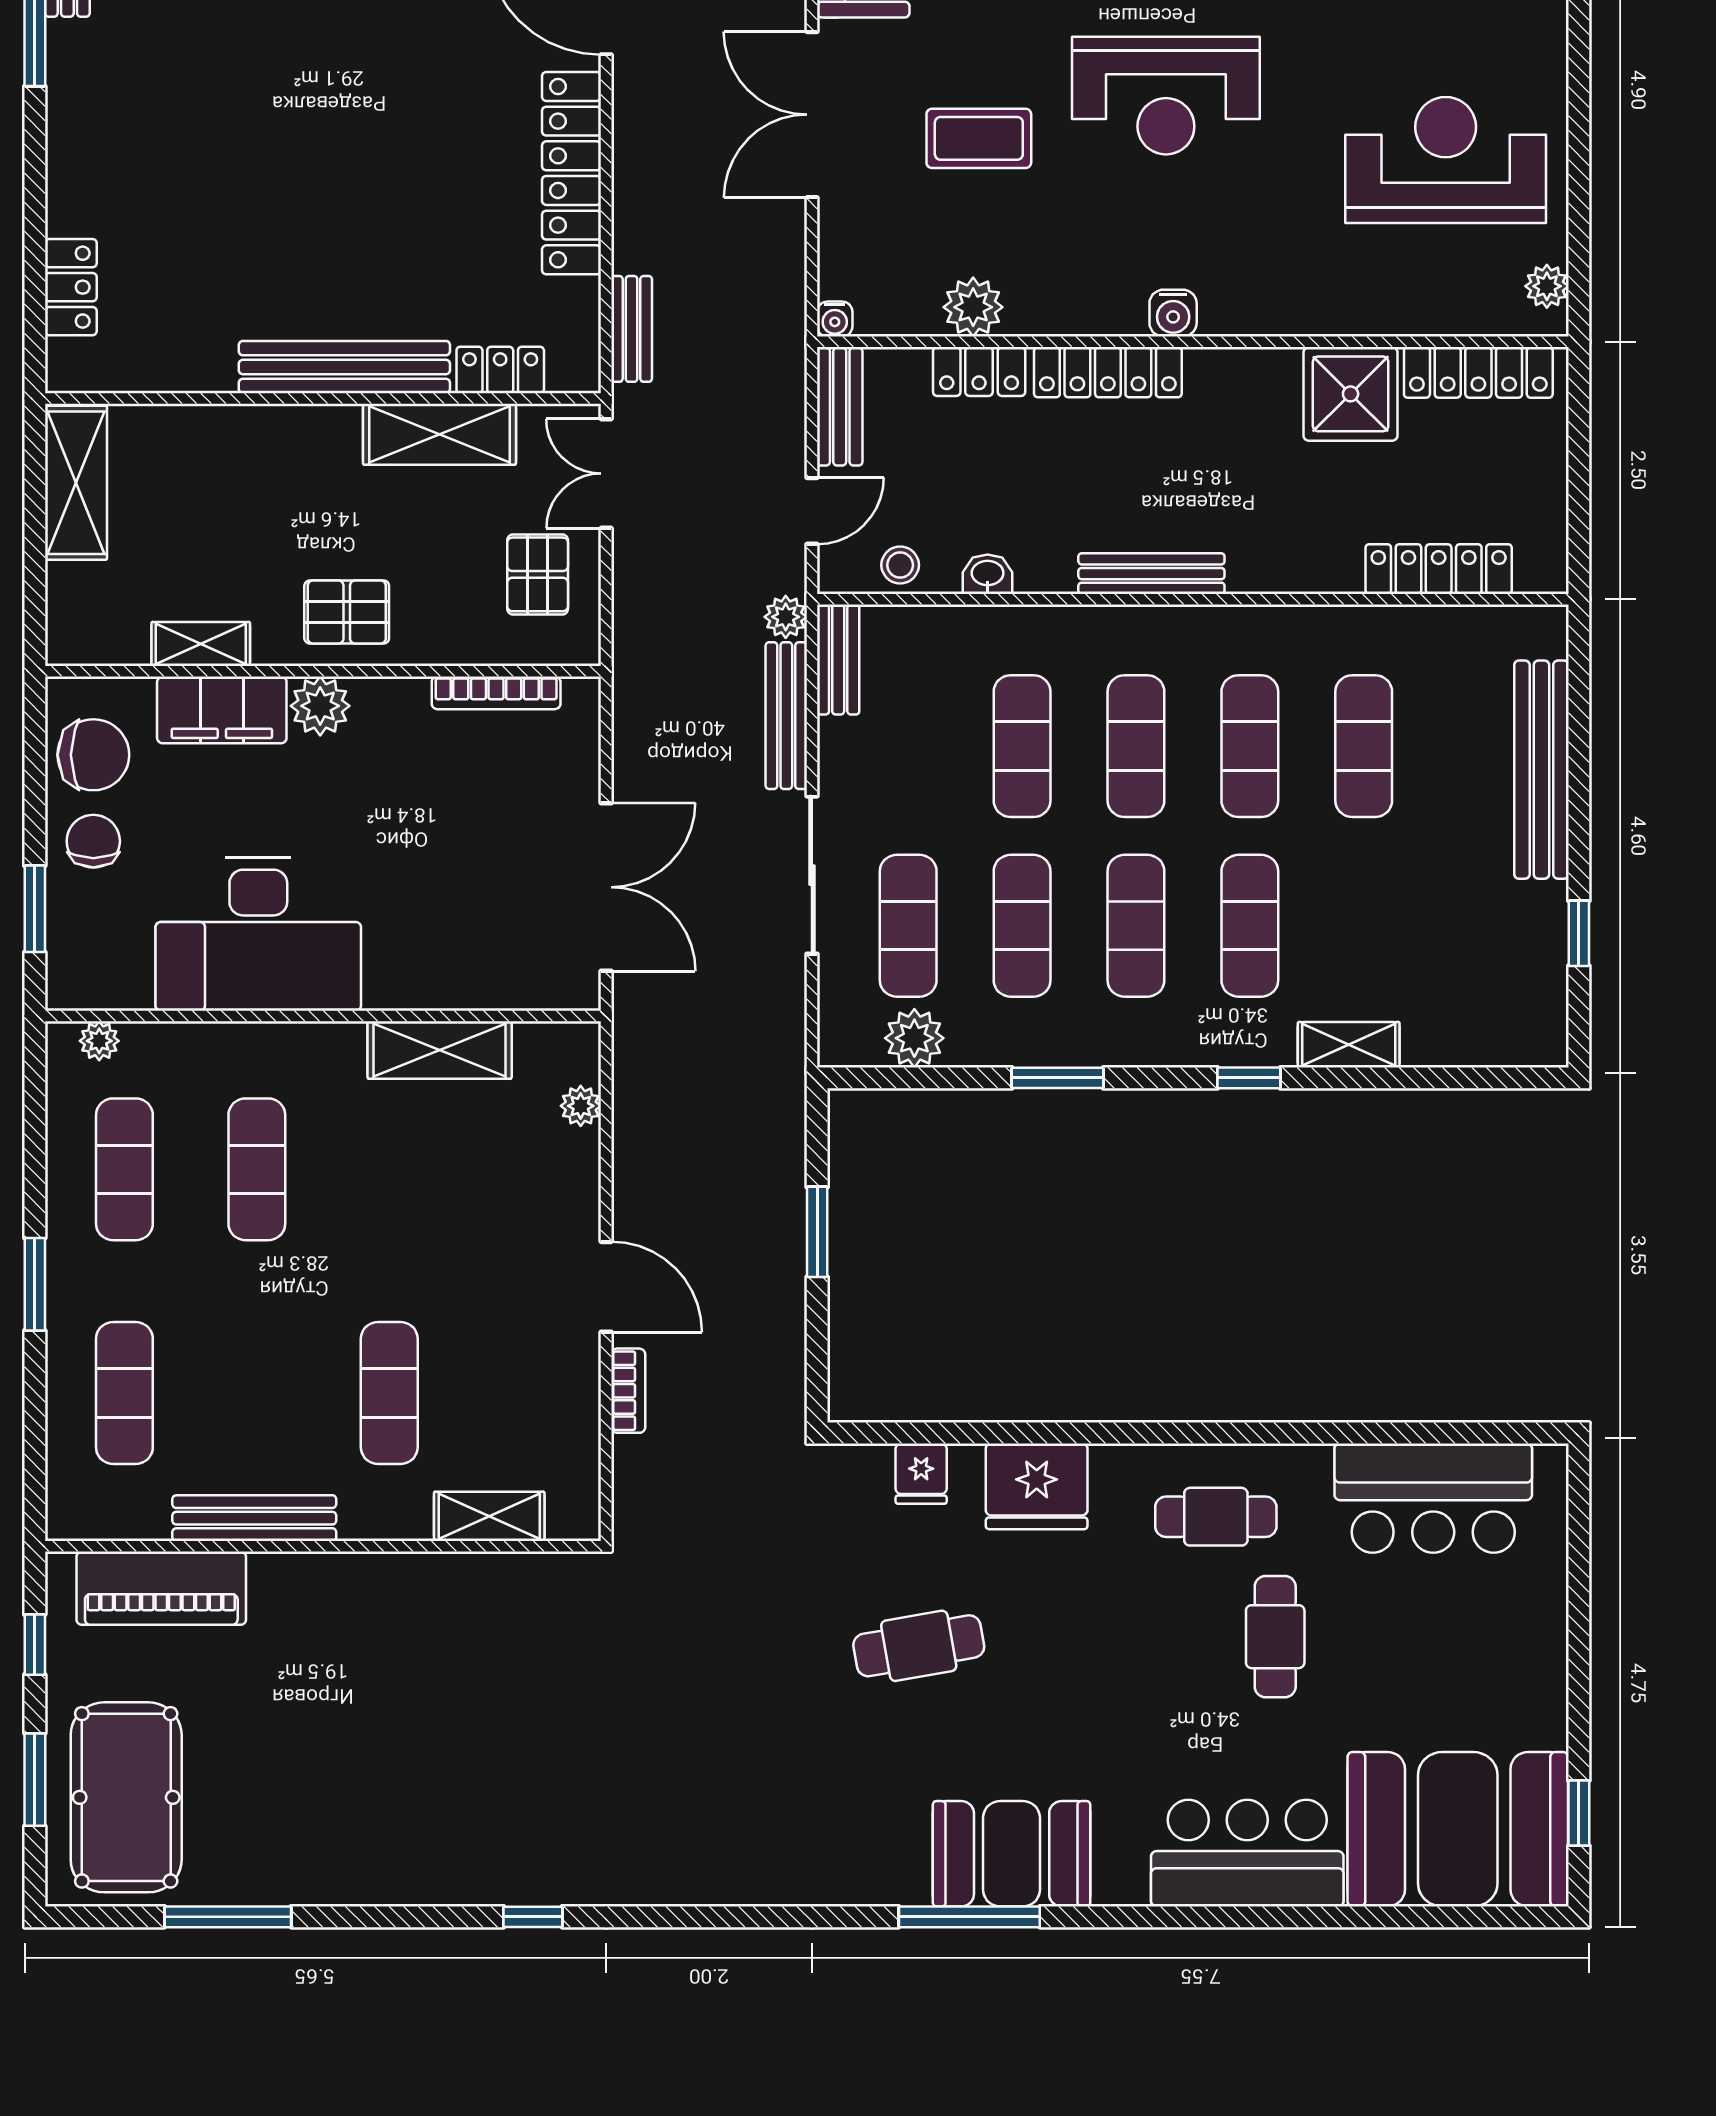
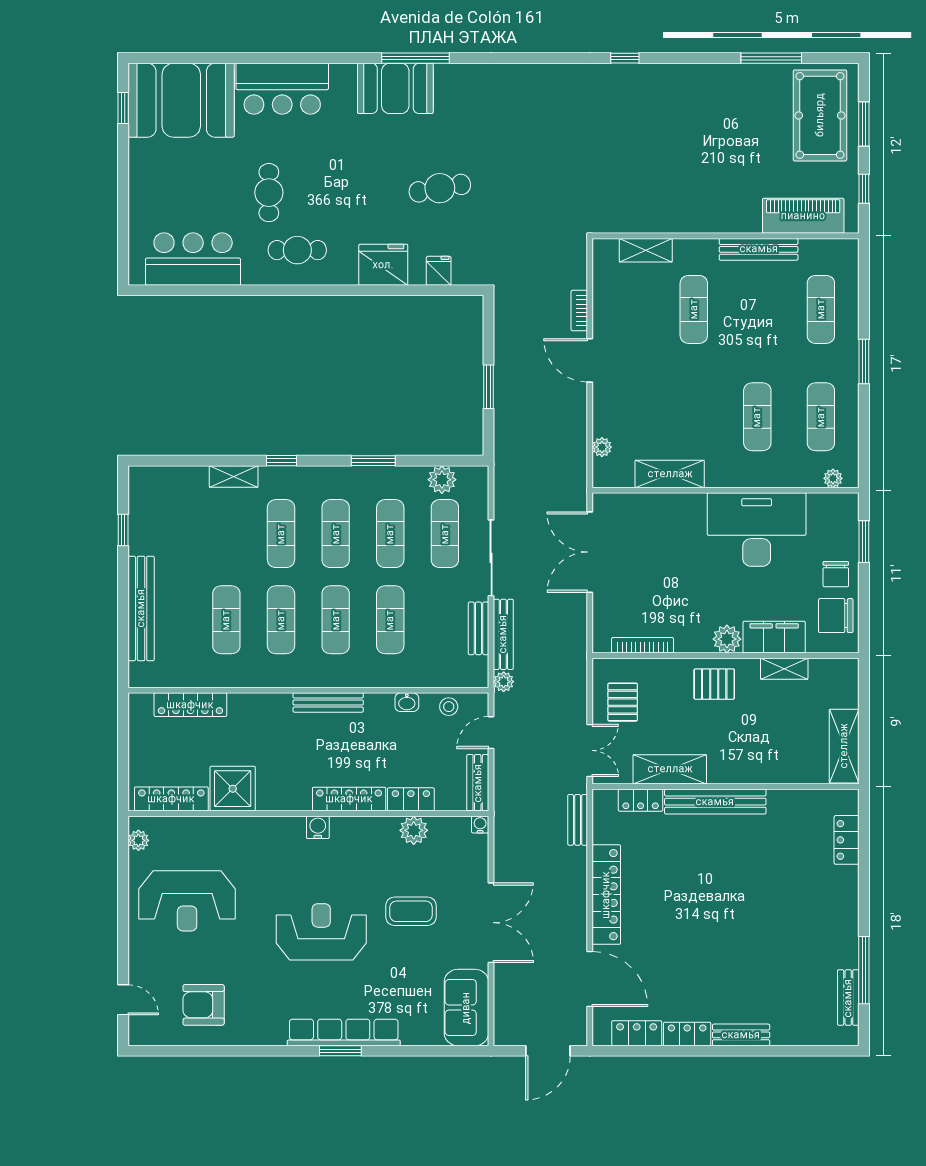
bench: (838, 659) -> (478, 628), moved

